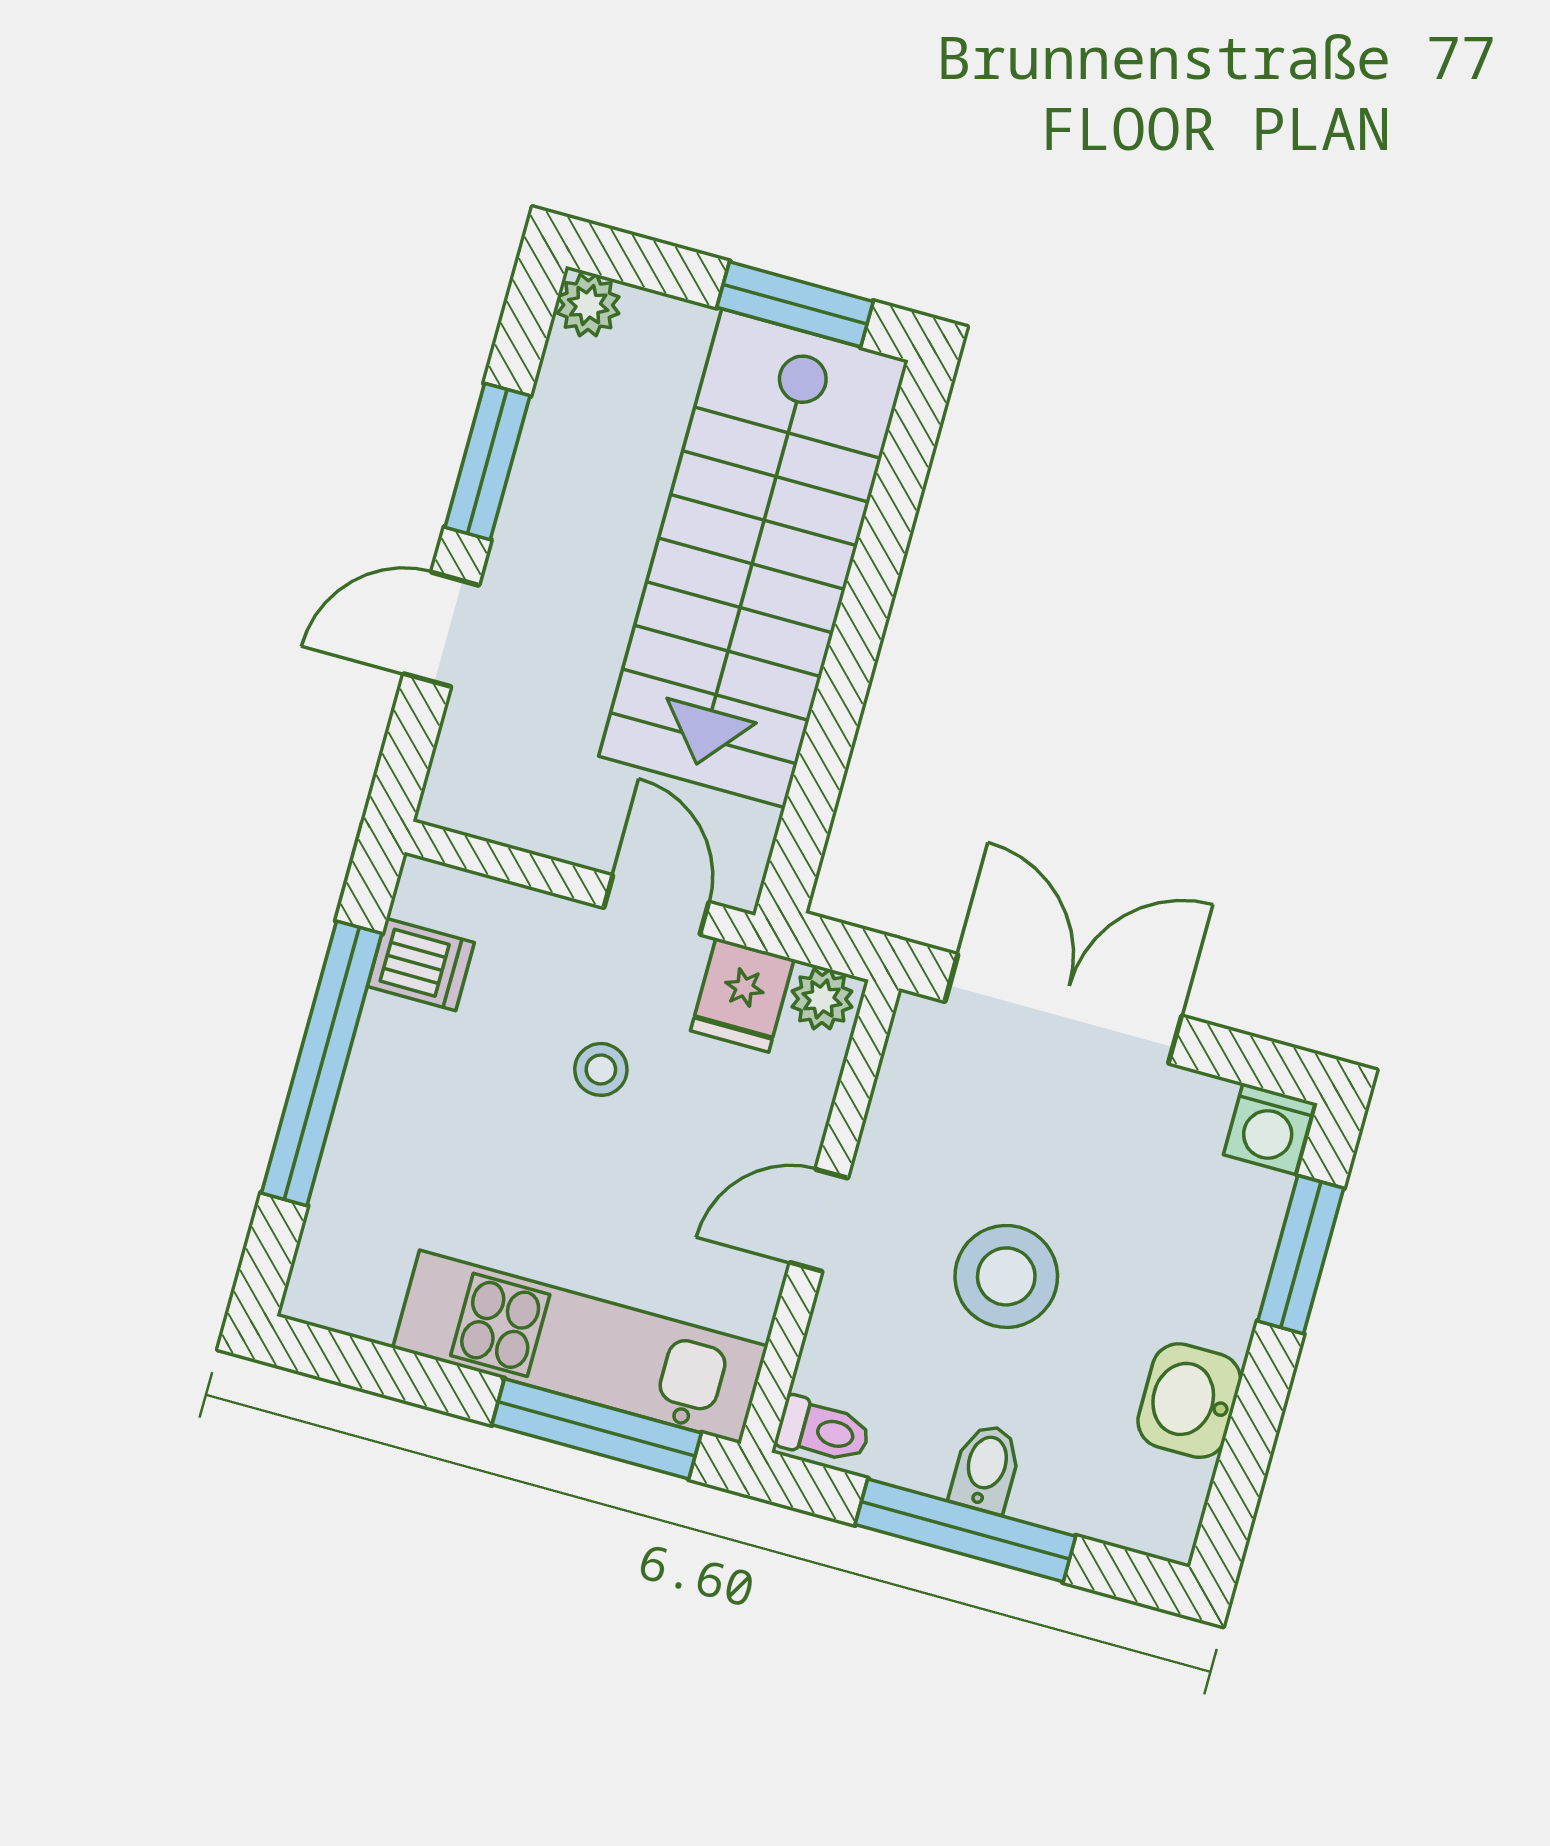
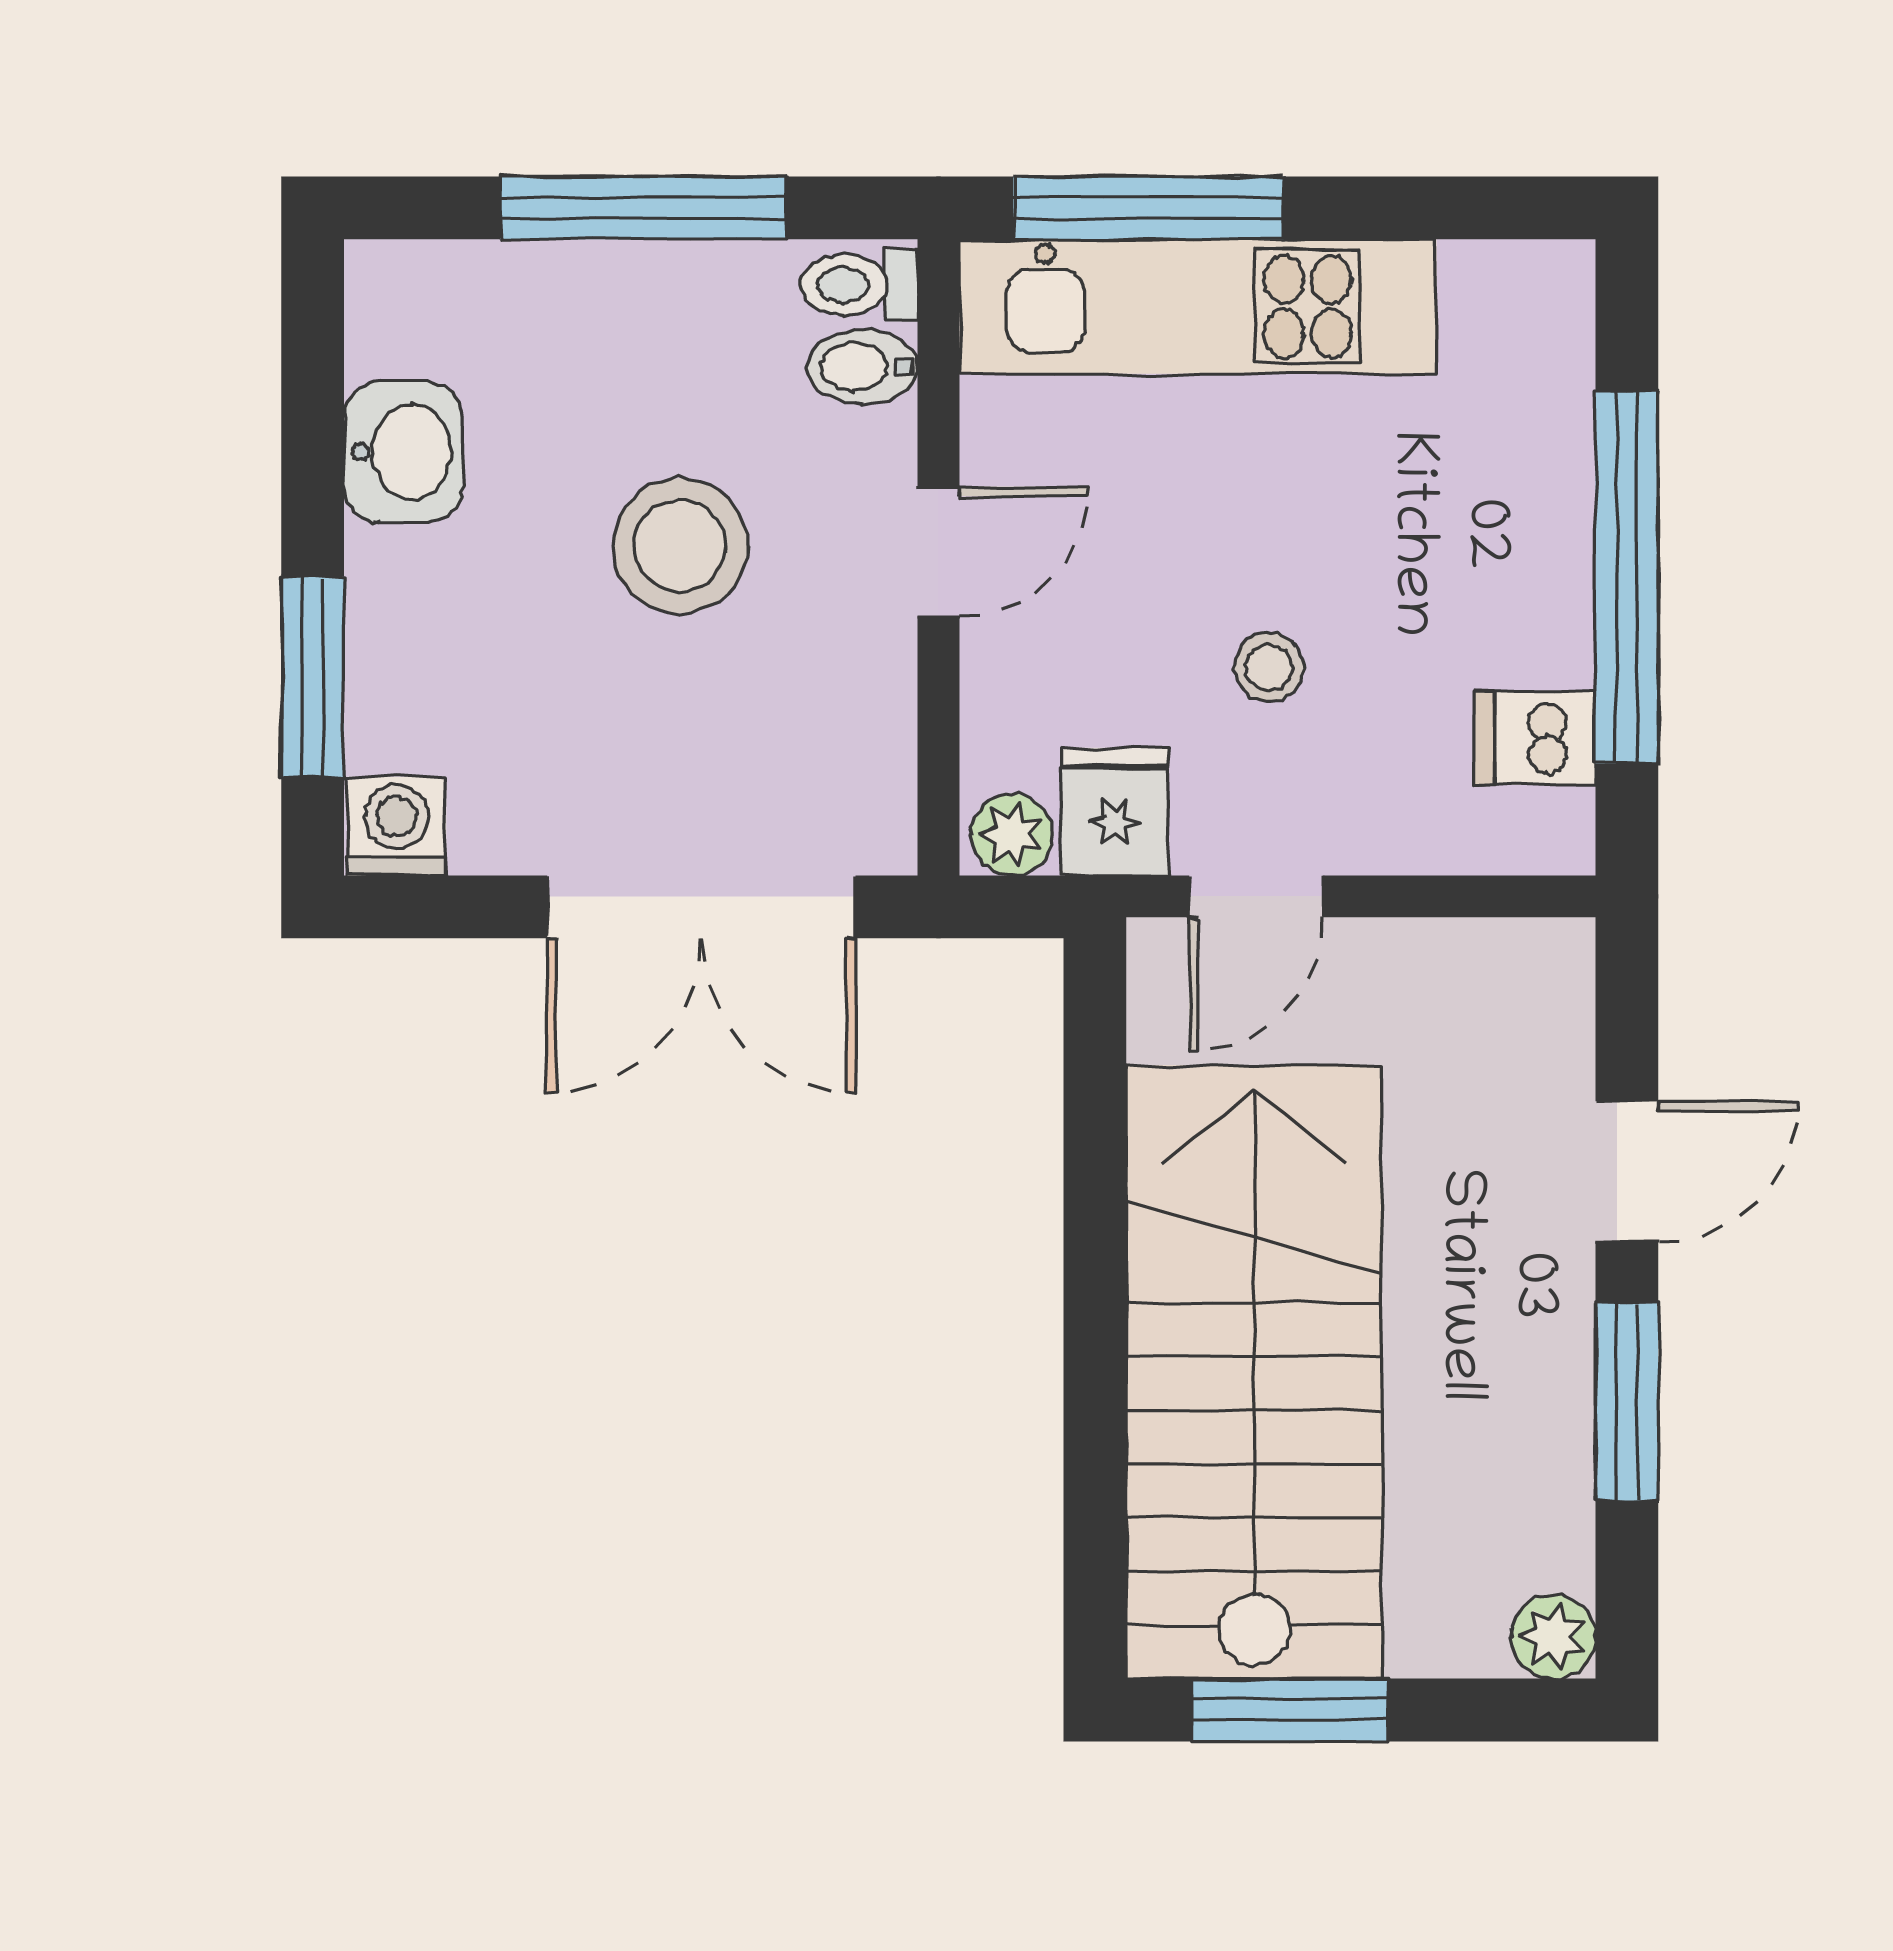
door: (656, 905) -> (1256, 896), hinge flipped
bidet: (986, 1468) -> (862, 367), moved, turned 90

